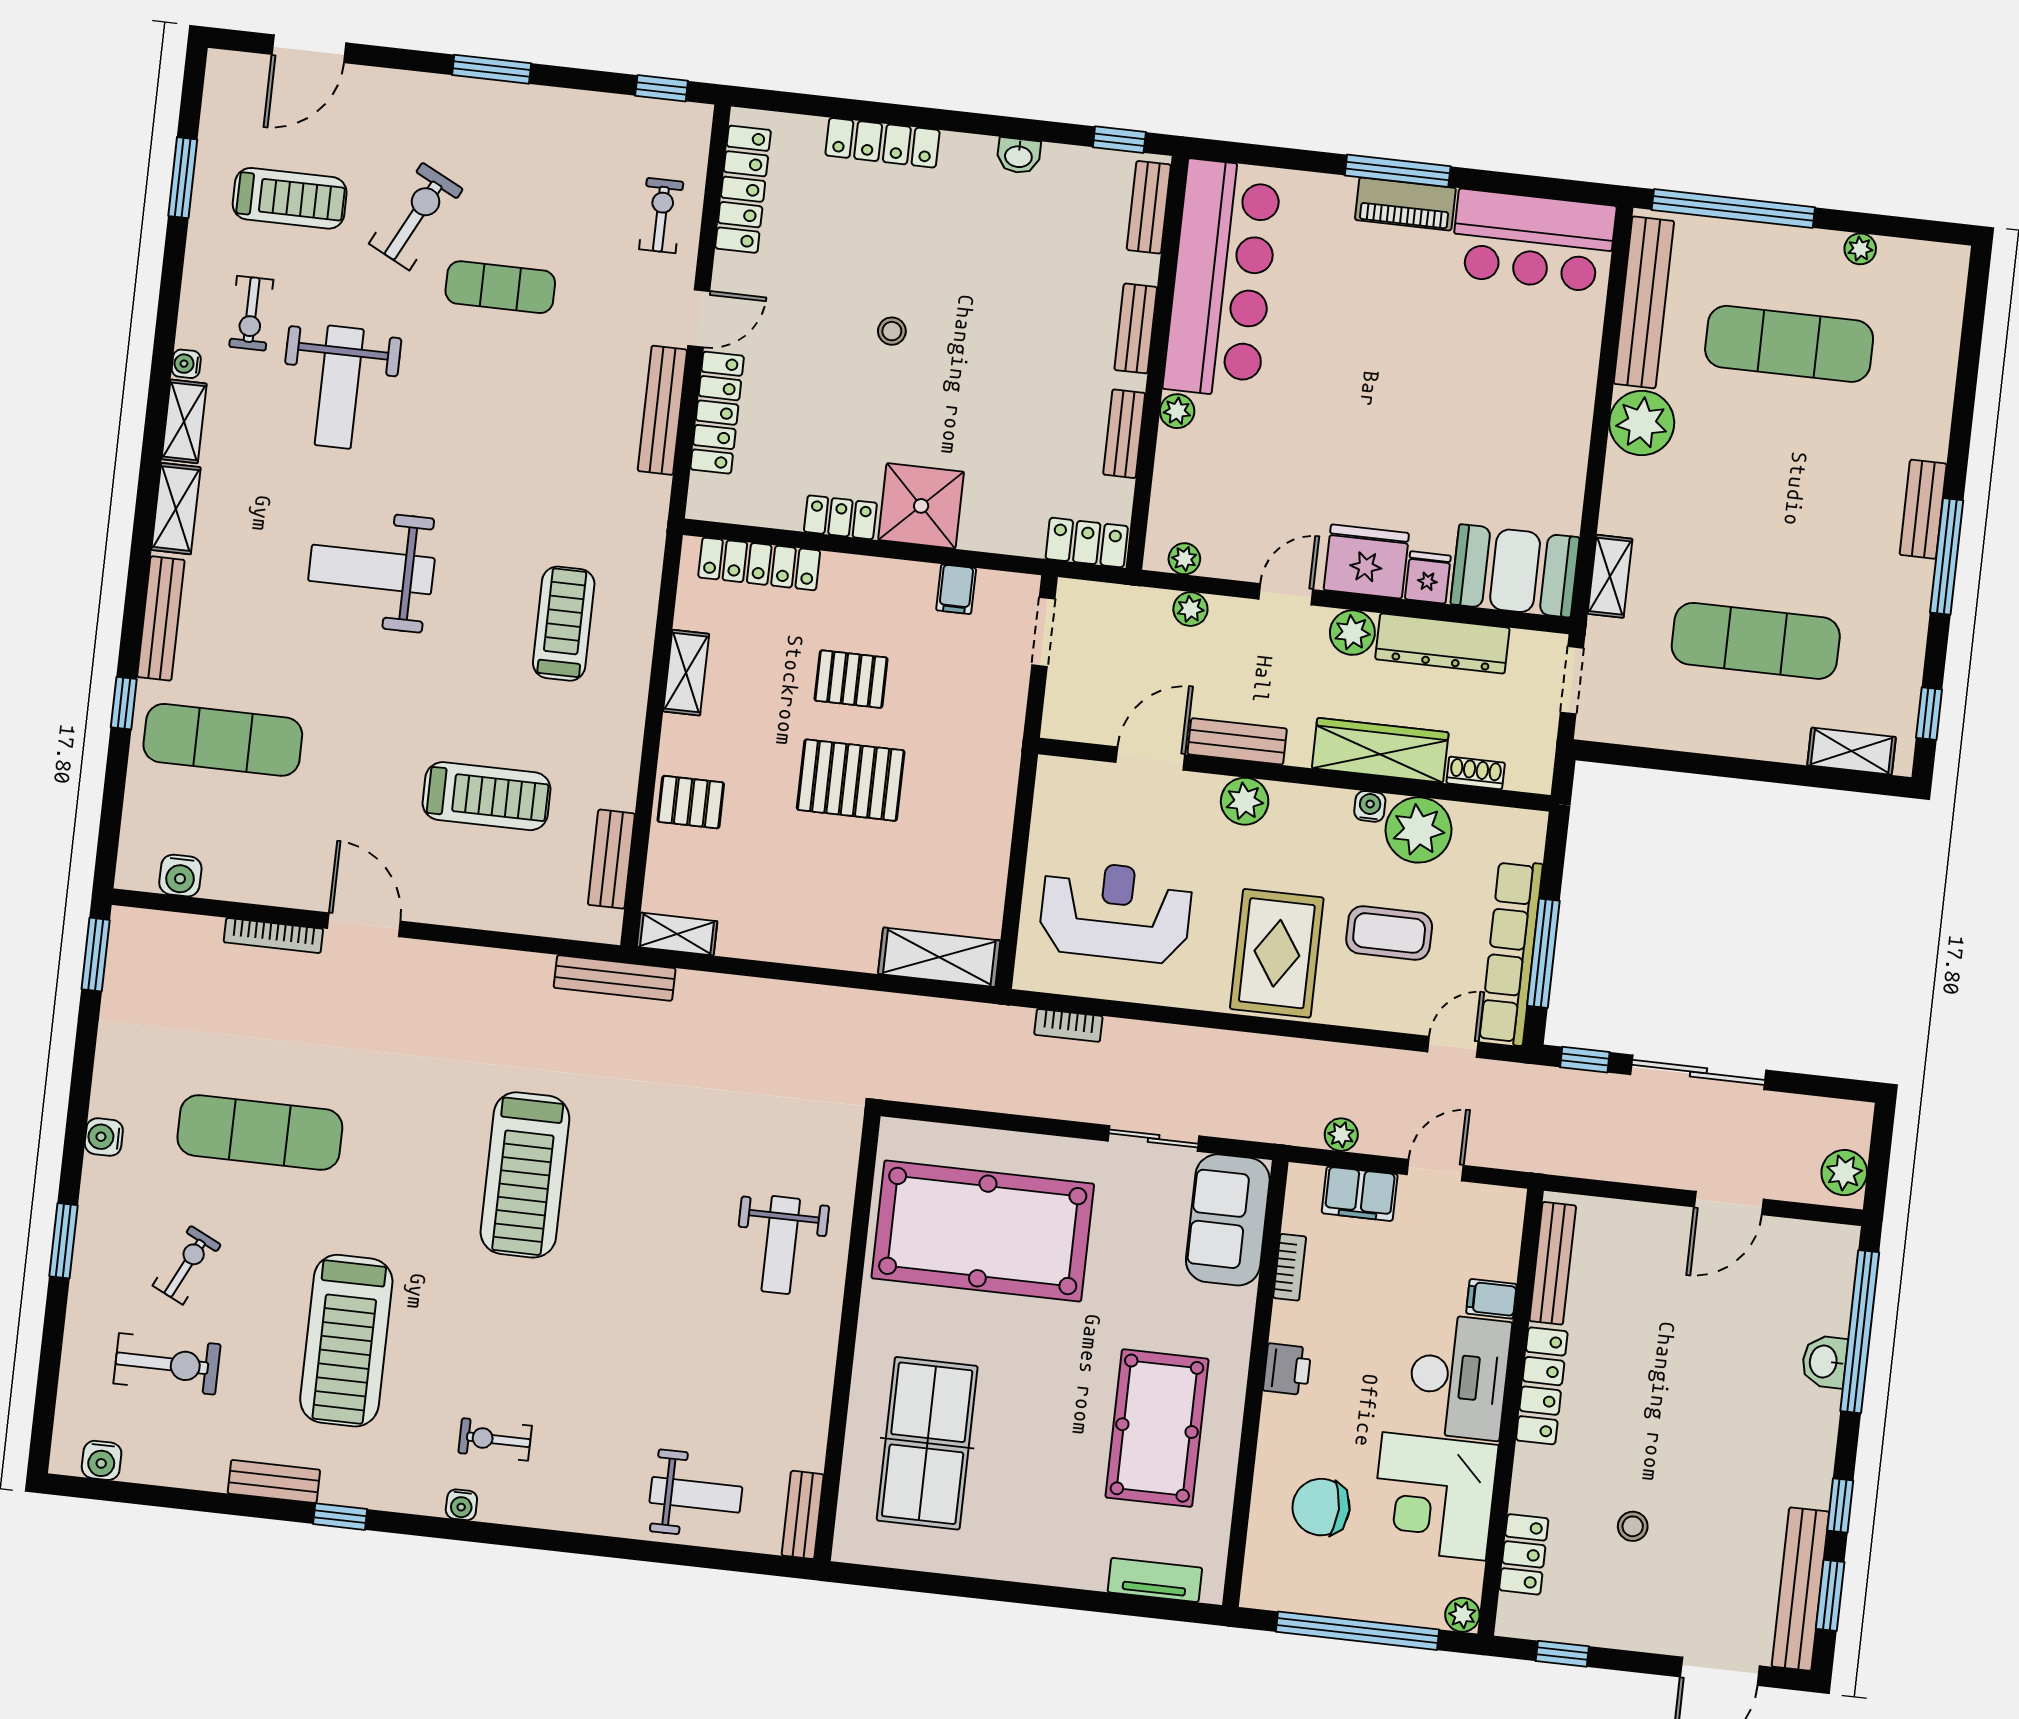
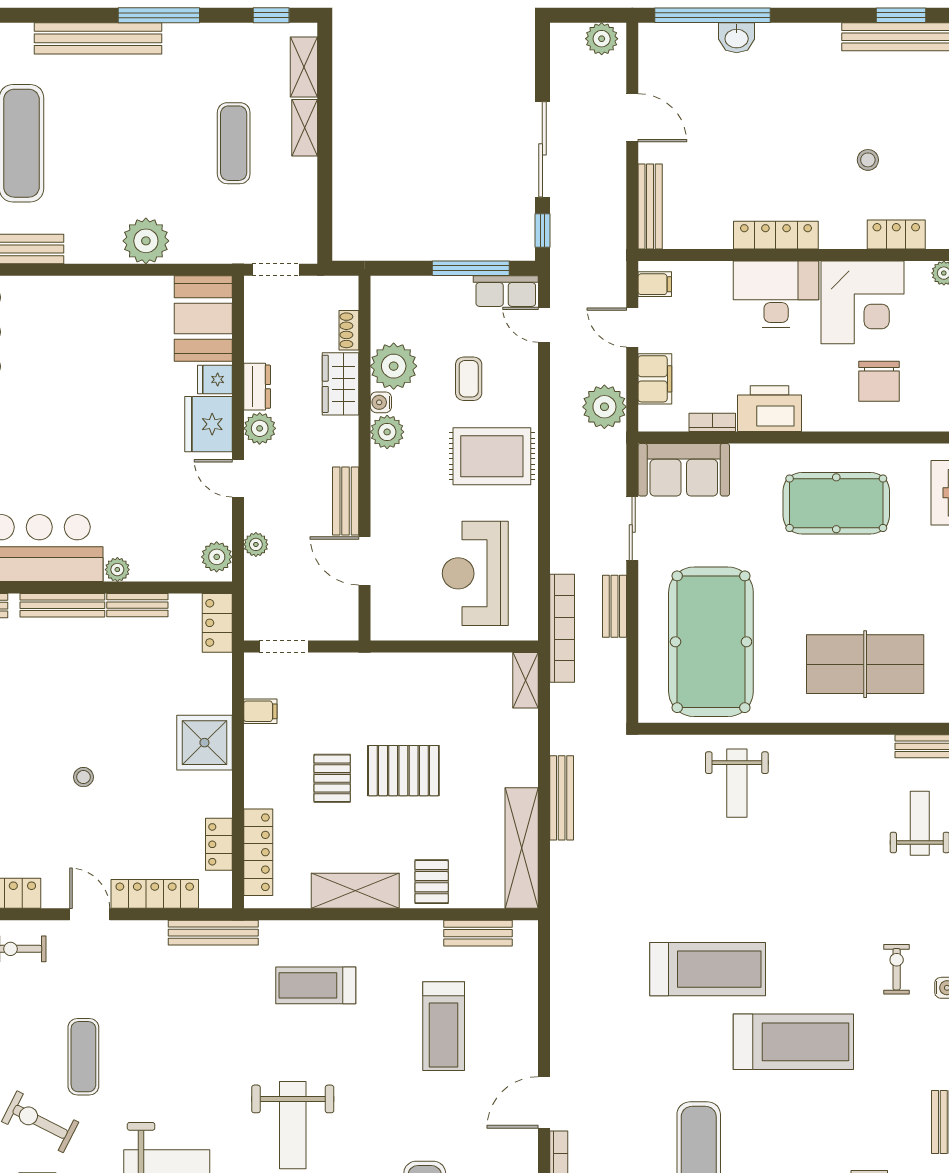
bench: (1136, 328) -> (62, 605), width x1.36
bench: (662, 410) -> (213, 933), moved
plant: (1642, 423) -> (146, 241), moved
bench: (1923, 509) -> (98, 38), width x1.86, depth x1.21
locker: (840, 517) -> (219, 844), moved
plant: (1184, 559) -> (217, 557), width x1.38, depth x1.38
shelving: (1610, 576) -> (305, 128), moved, turned 90
exercise mat: (1756, 641) -> (234, 143), width x0.73, depth x0.69
dresser: (1442, 644) -> (257, 387), width x0.51, depth x0.80
shelving: (686, 673) -> (355, 891), width x1.50, depth x1.33
wardrobe: (1380, 750) -> (340, 384), width x0.67
pallet: (851, 780) -> (403, 771), turned 90
treadmill: (487, 796) -> (444, 1026), turned 180
plant: (1245, 801) -> (387, 432), moved
coffee table: (1389, 933) -> (469, 379), width x0.73, depth x0.77
shelving: (677, 934) -> (522, 848), width x2.20, depth x1.33
row of seats: (1511, 953) -> (506, 291), width x0.50
shelving: (939, 957) -> (526, 680), width x0.67, depth x0.75
bench: (615, 978) -> (562, 798), moved
bookcase: (1068, 1025) -> (562, 628), width x2.31, depth x1.31
bench: (1047, 1101) -> (614, 606), added
plant: (1341, 1135) -> (604, 407), width x1.88, depth x1.88
weight bench: (781, 1245) -> (737, 783), turned 90
bench: (1553, 1263) -> (650, 206), moved, turned 90
filing cabinet: (1491, 1299) -> (655, 284), moved, turned -90
treadmill: (346, 1341) -> (793, 1042), moved
printer: (1287, 1369) -> (770, 409), width x1.87, depth x1.48
exercise bike: (495, 1439) -> (897, 969), turned 180
window: (1840, 1505) -> (837, 15), removed

